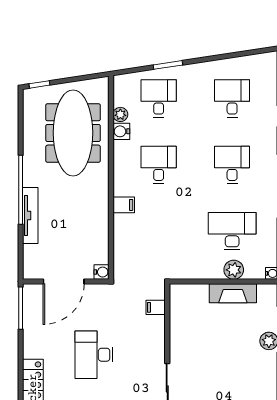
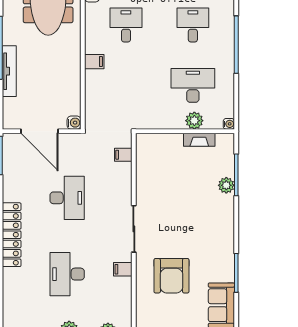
door: (64, 282) -> (39, 131), hinge flipped
fireplace: (233, 293) -> (199, 140), width x0.73, depth x0.76
desk: (94, 355) -> (67, 198), turned 180

